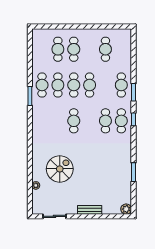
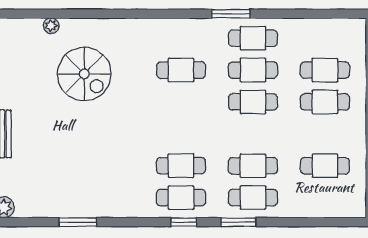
cafe table: (90, 85) -> (253, 166), moved
cafe table: (74, 121) -> (181, 70), moved

